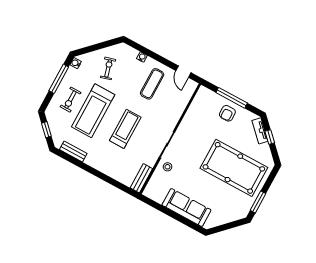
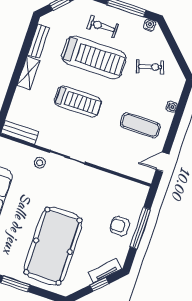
treadmill: (93, 111) -> (94, 57), turned 180
shelving: (96, 163) -> (28, 73), added

